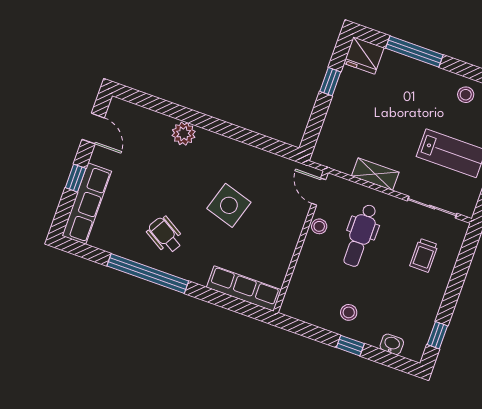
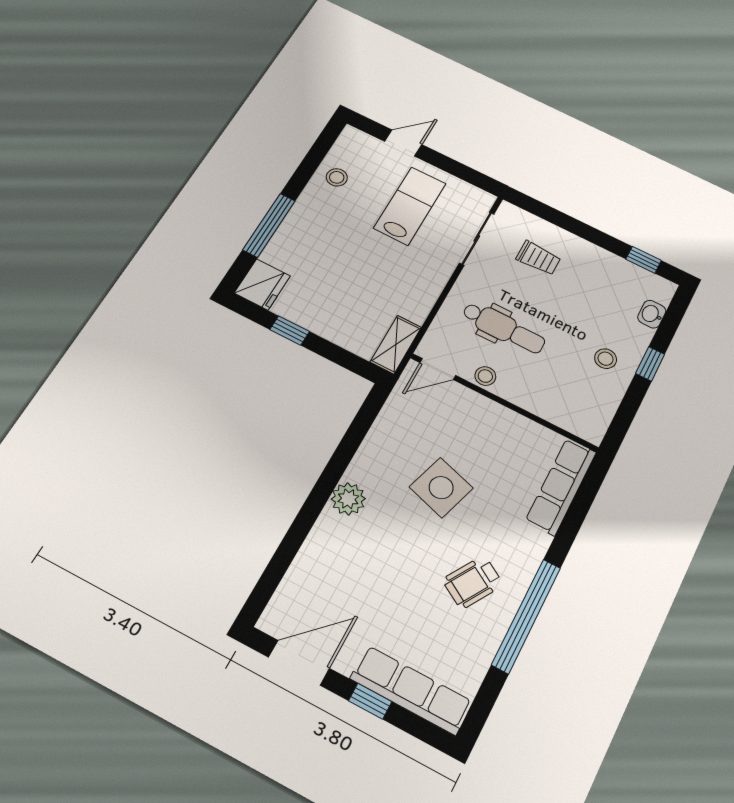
door: (93, 129) -> (299, 663), width x1.38
plant: (184, 134) -> (348, 499), moved
shelving: (375, 174) -> (396, 345), moved

